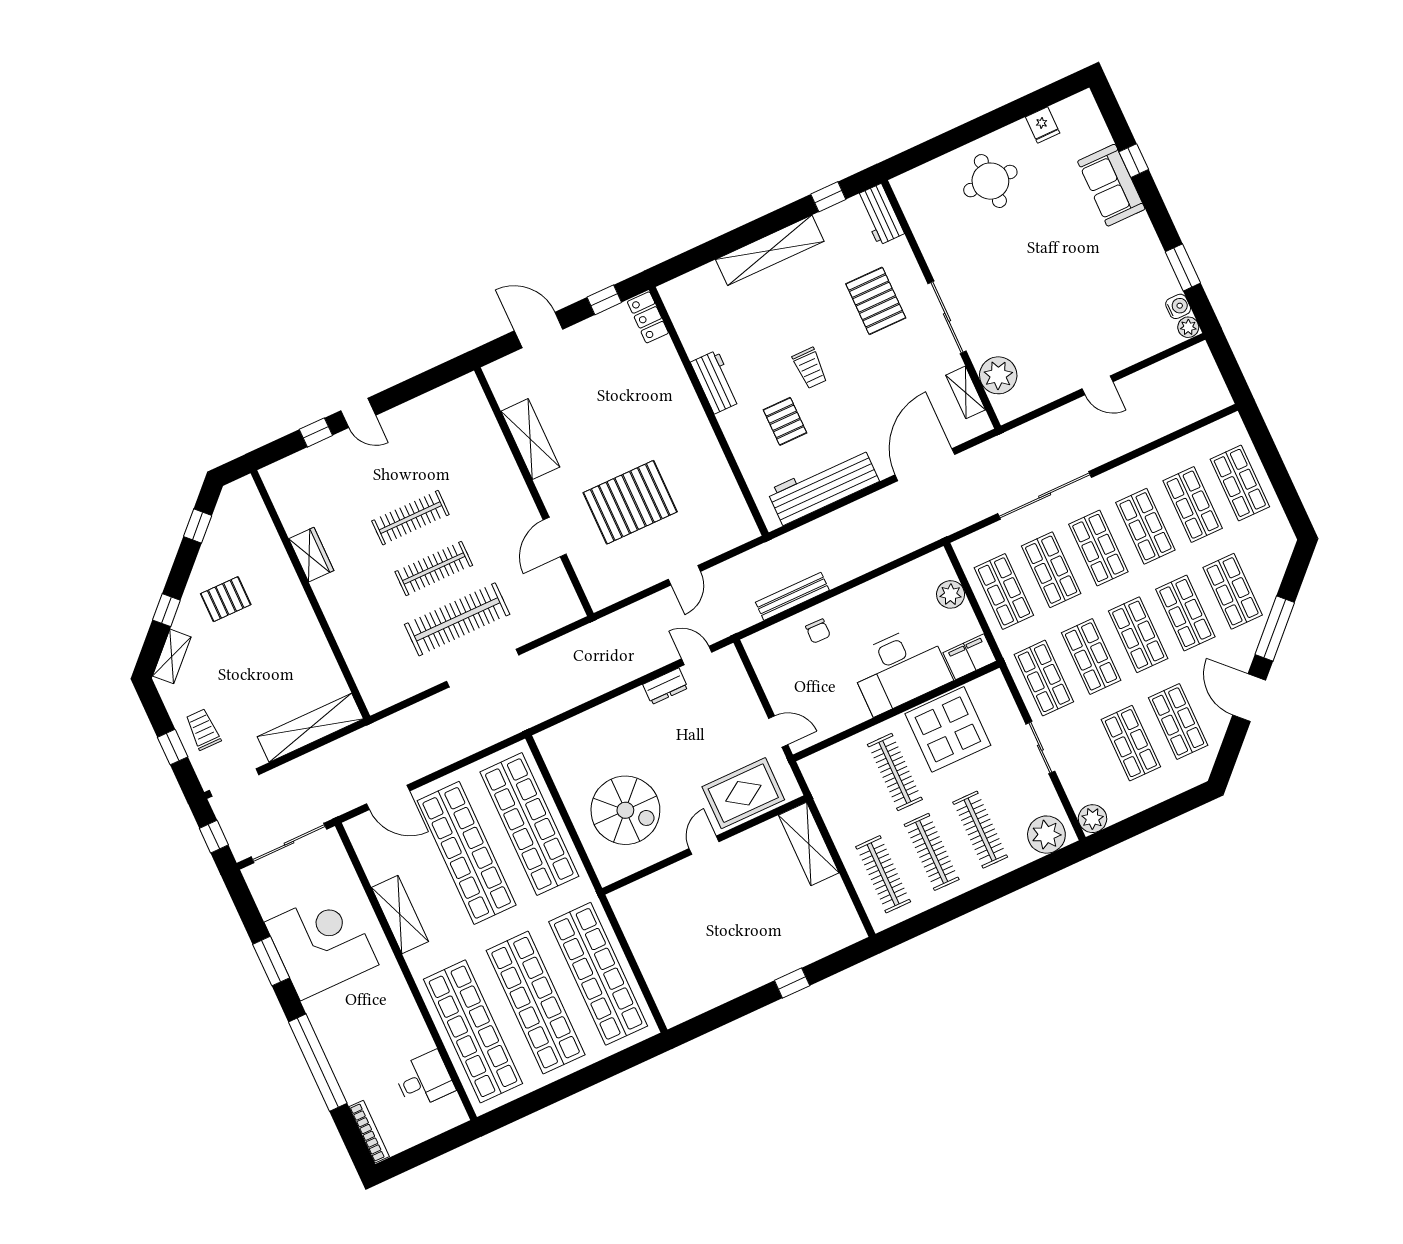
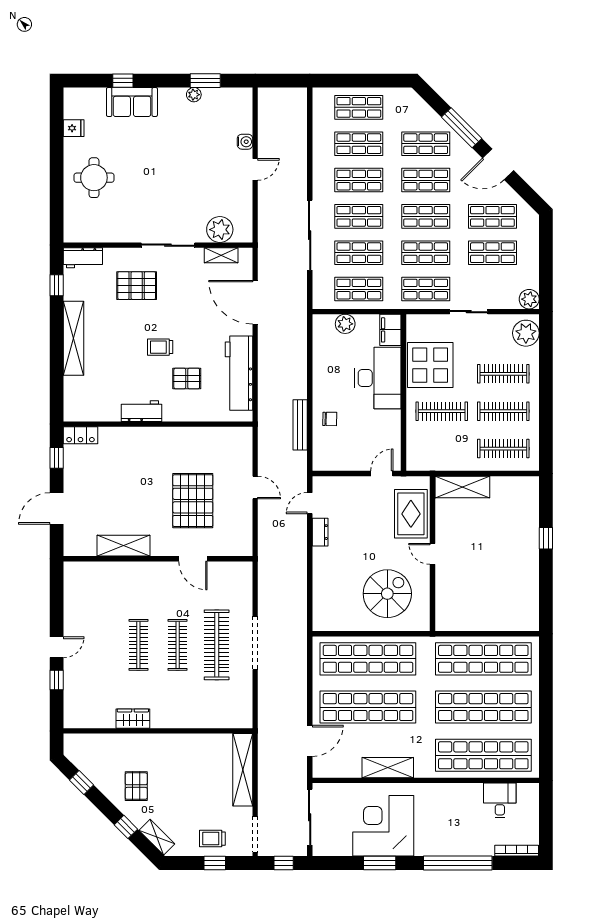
water cooler: (1178, 306) -> (245, 142), moved, turned 90
plant: (1188, 327) -> (194, 95), moved
trolley: (810, 368) -> (160, 347), turned 180

